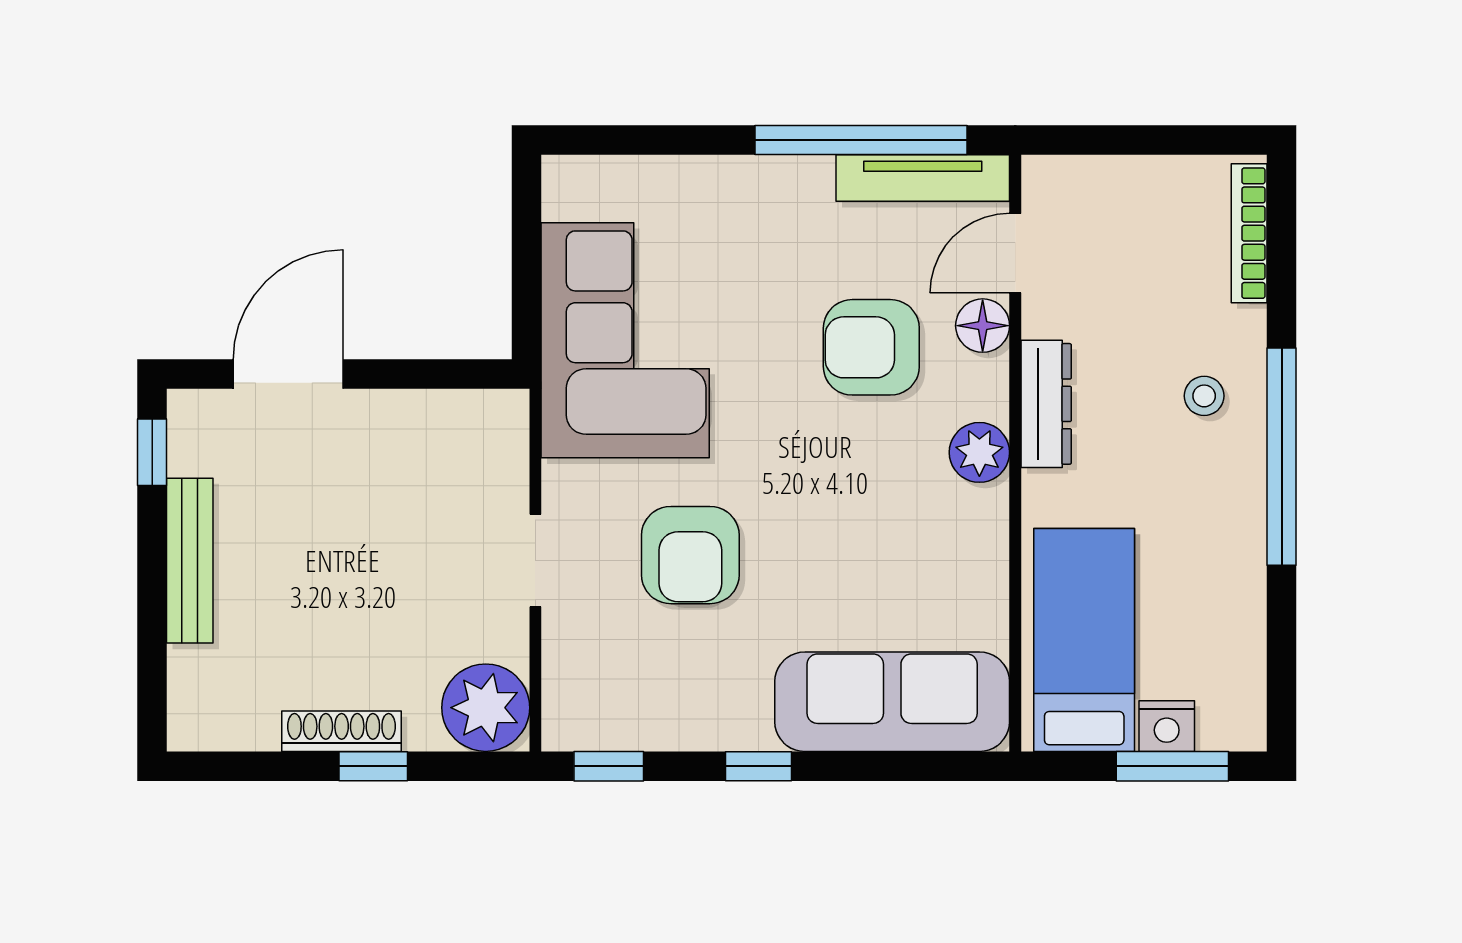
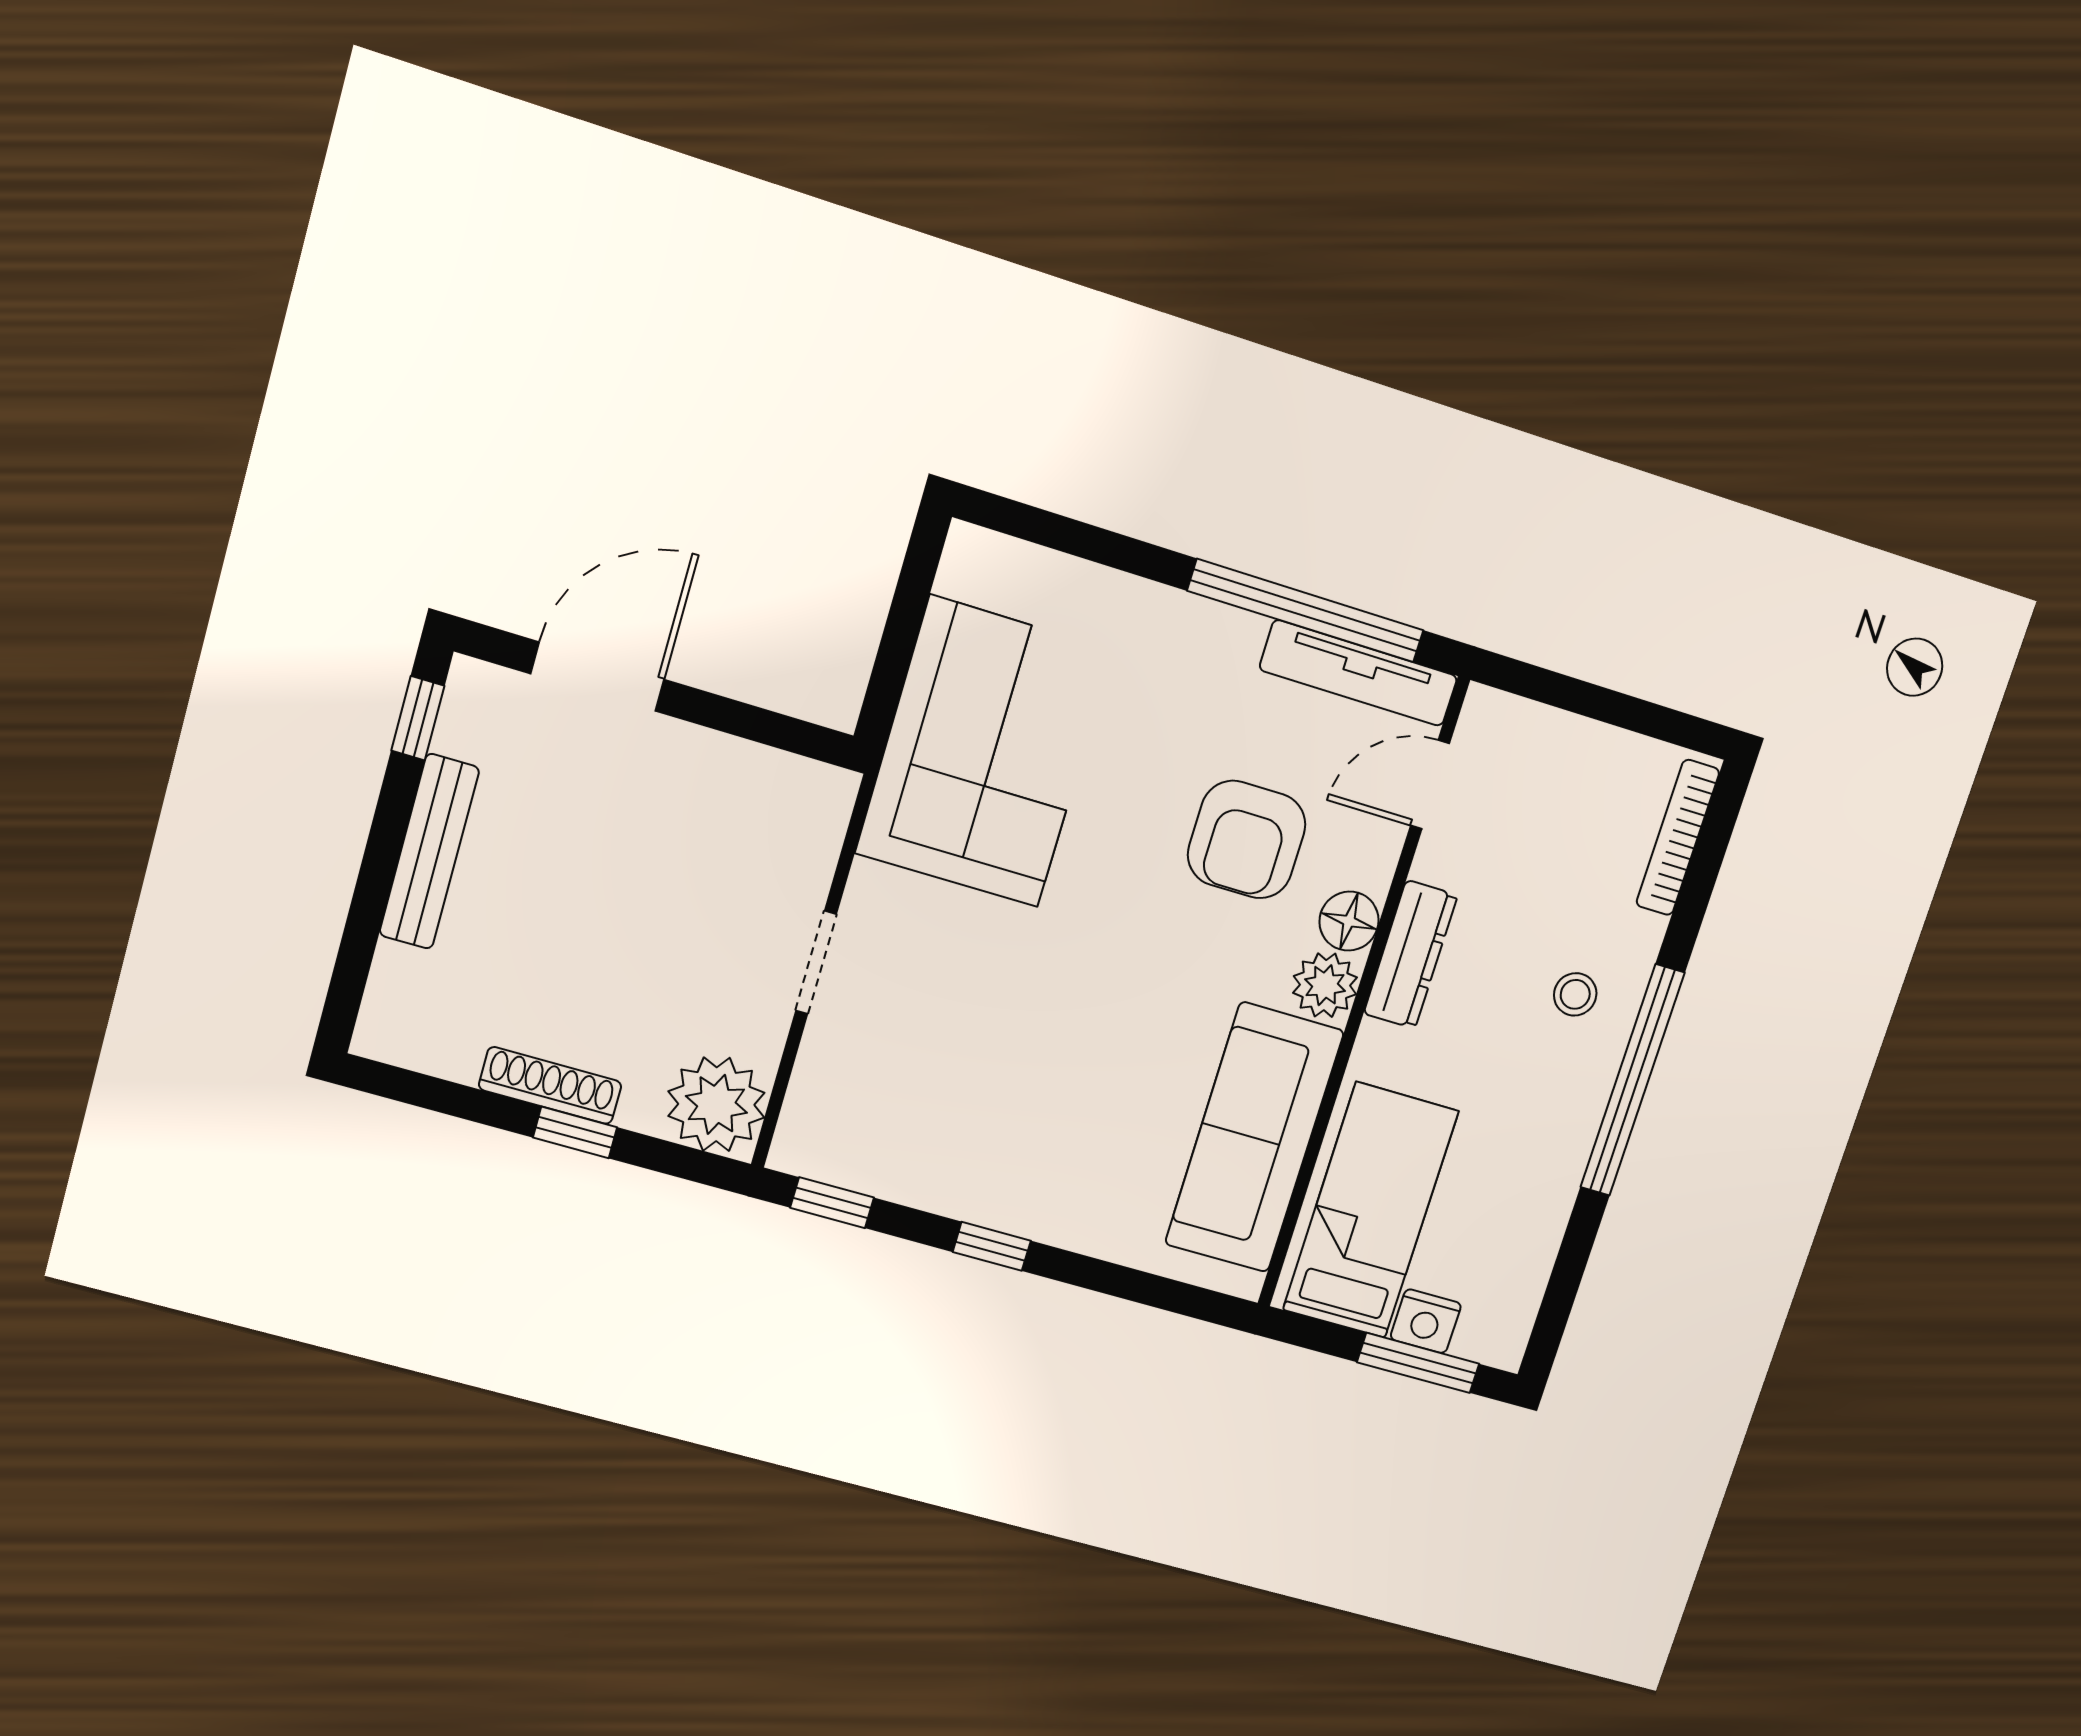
floor lamp: (983, 326) -> (1349, 921), moved
armchair: (871, 347) -> (1247, 840), turned -90
armchair: (690, 555) -> (986, 1005), removed
sofa: (892, 702) -> (1254, 1138), moved, turned -90

